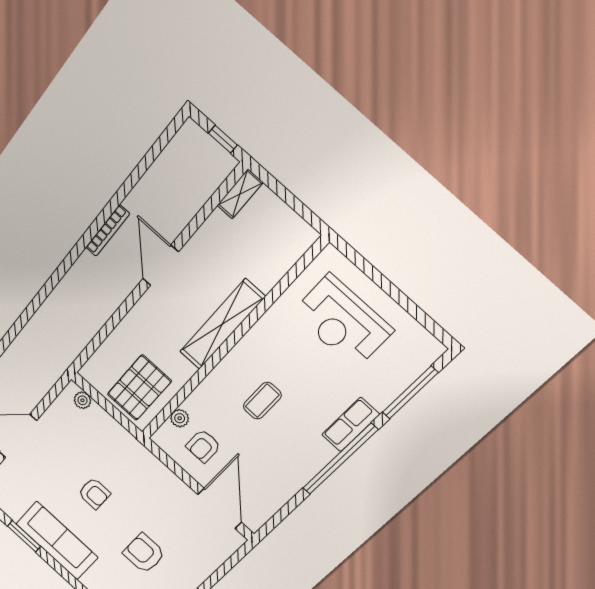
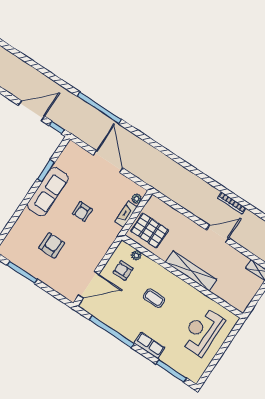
fireplace: (106, 423) -> (126, 214), added
window: (340, 459) -> (112, 332), moved

